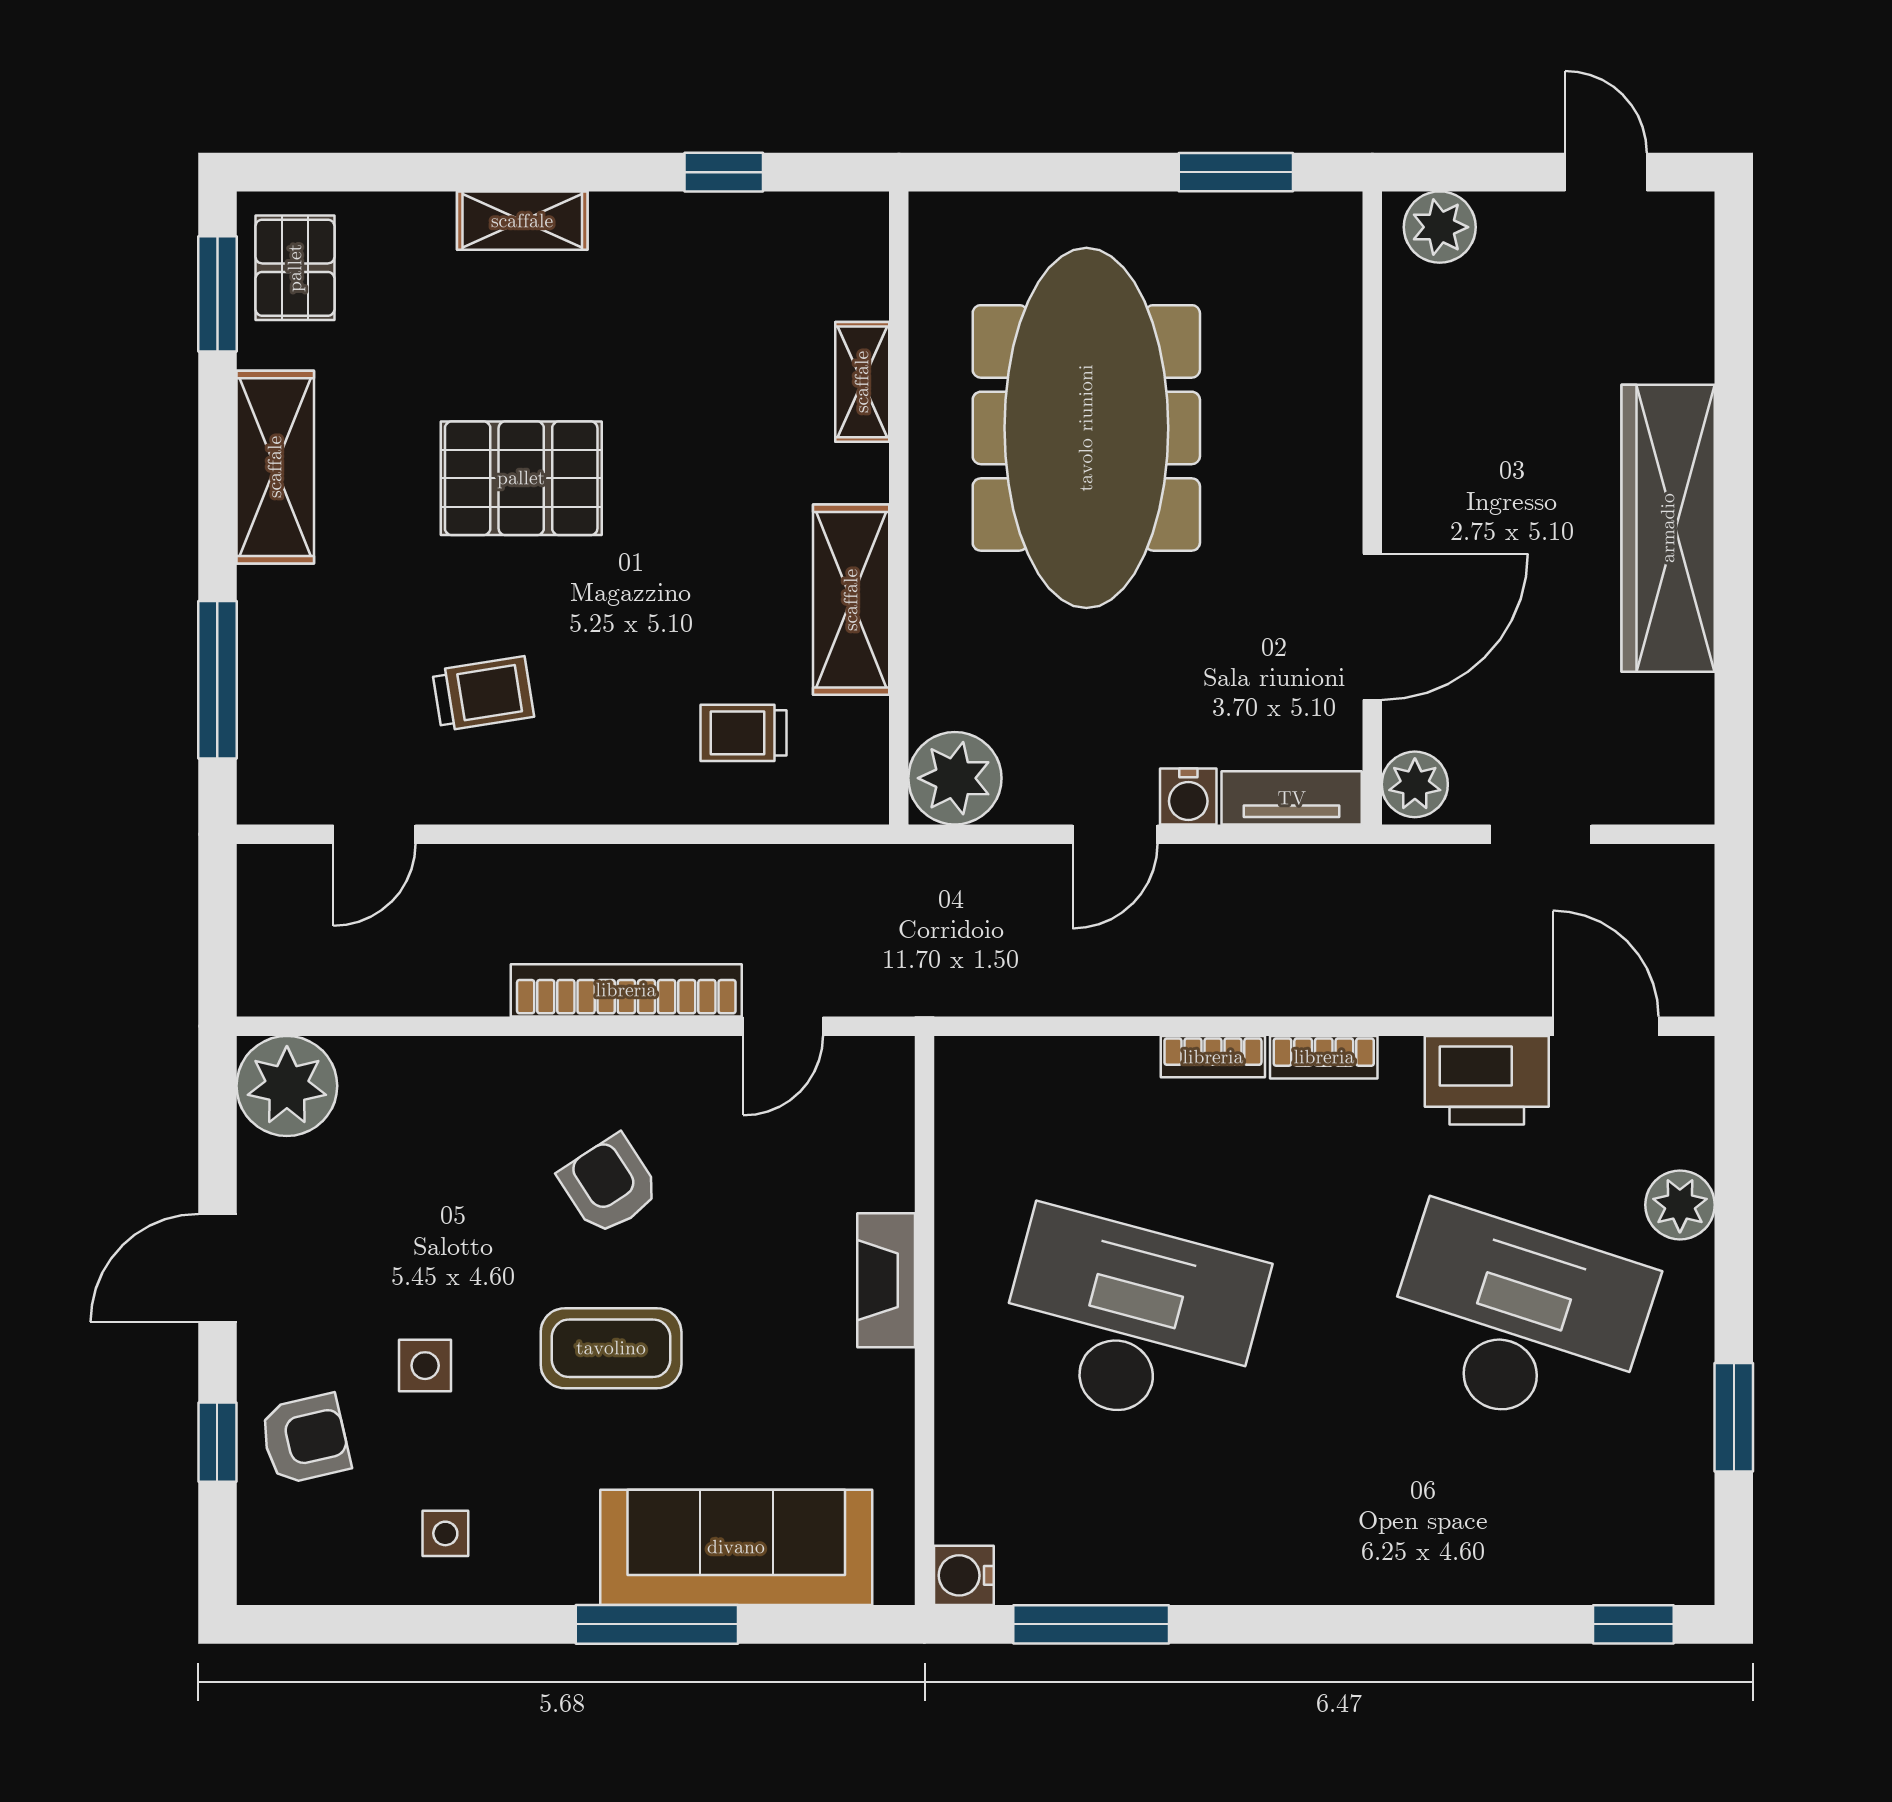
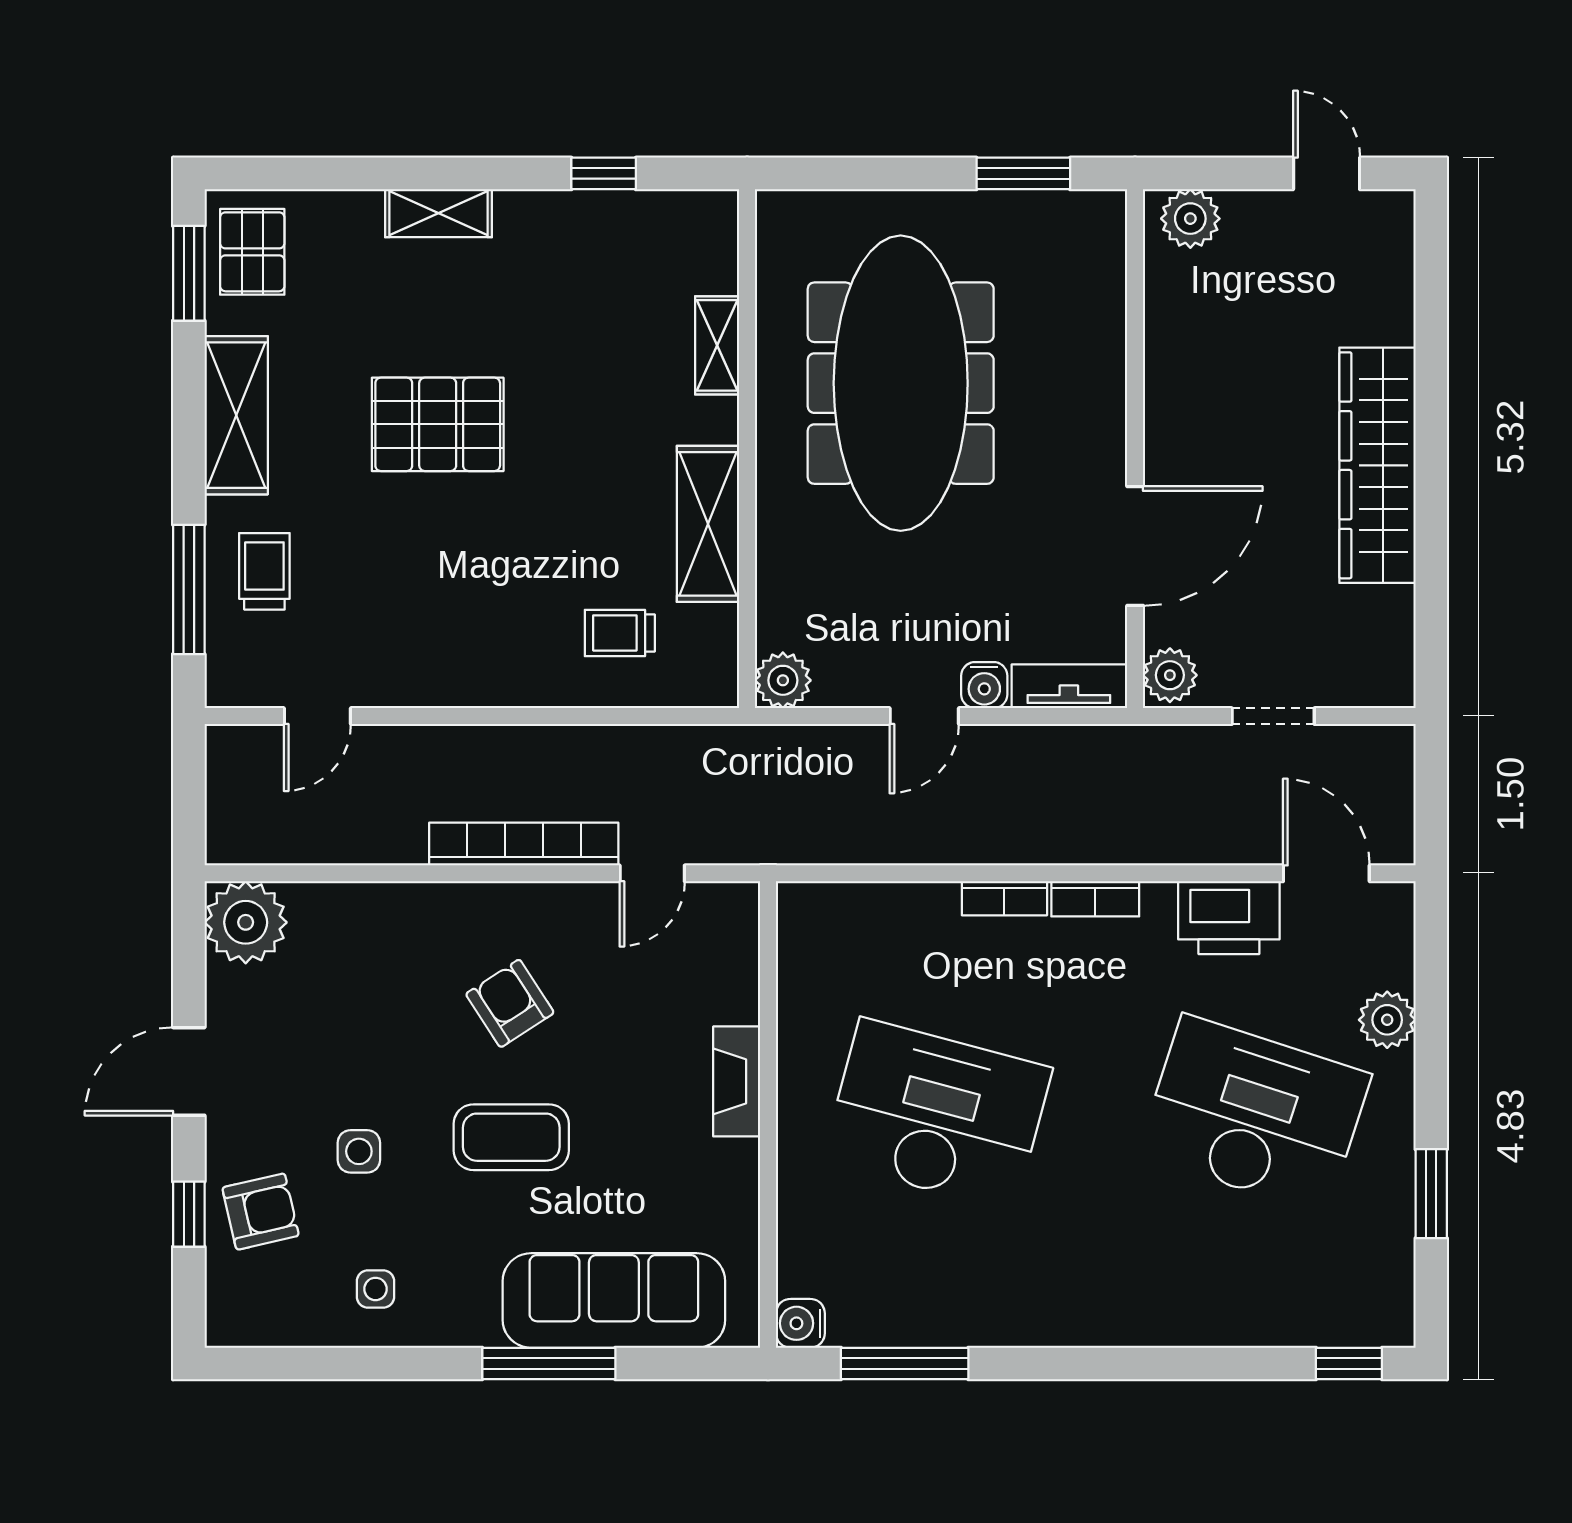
trolley: (483, 694) -> (264, 571), moved, turned -81
plant: (955, 778) -> (783, 680), width x0.73, depth x0.73

